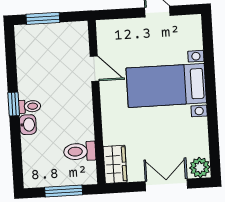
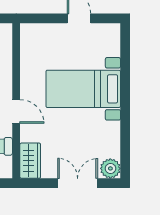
door: (95, 69) -> (16, 111), moved

